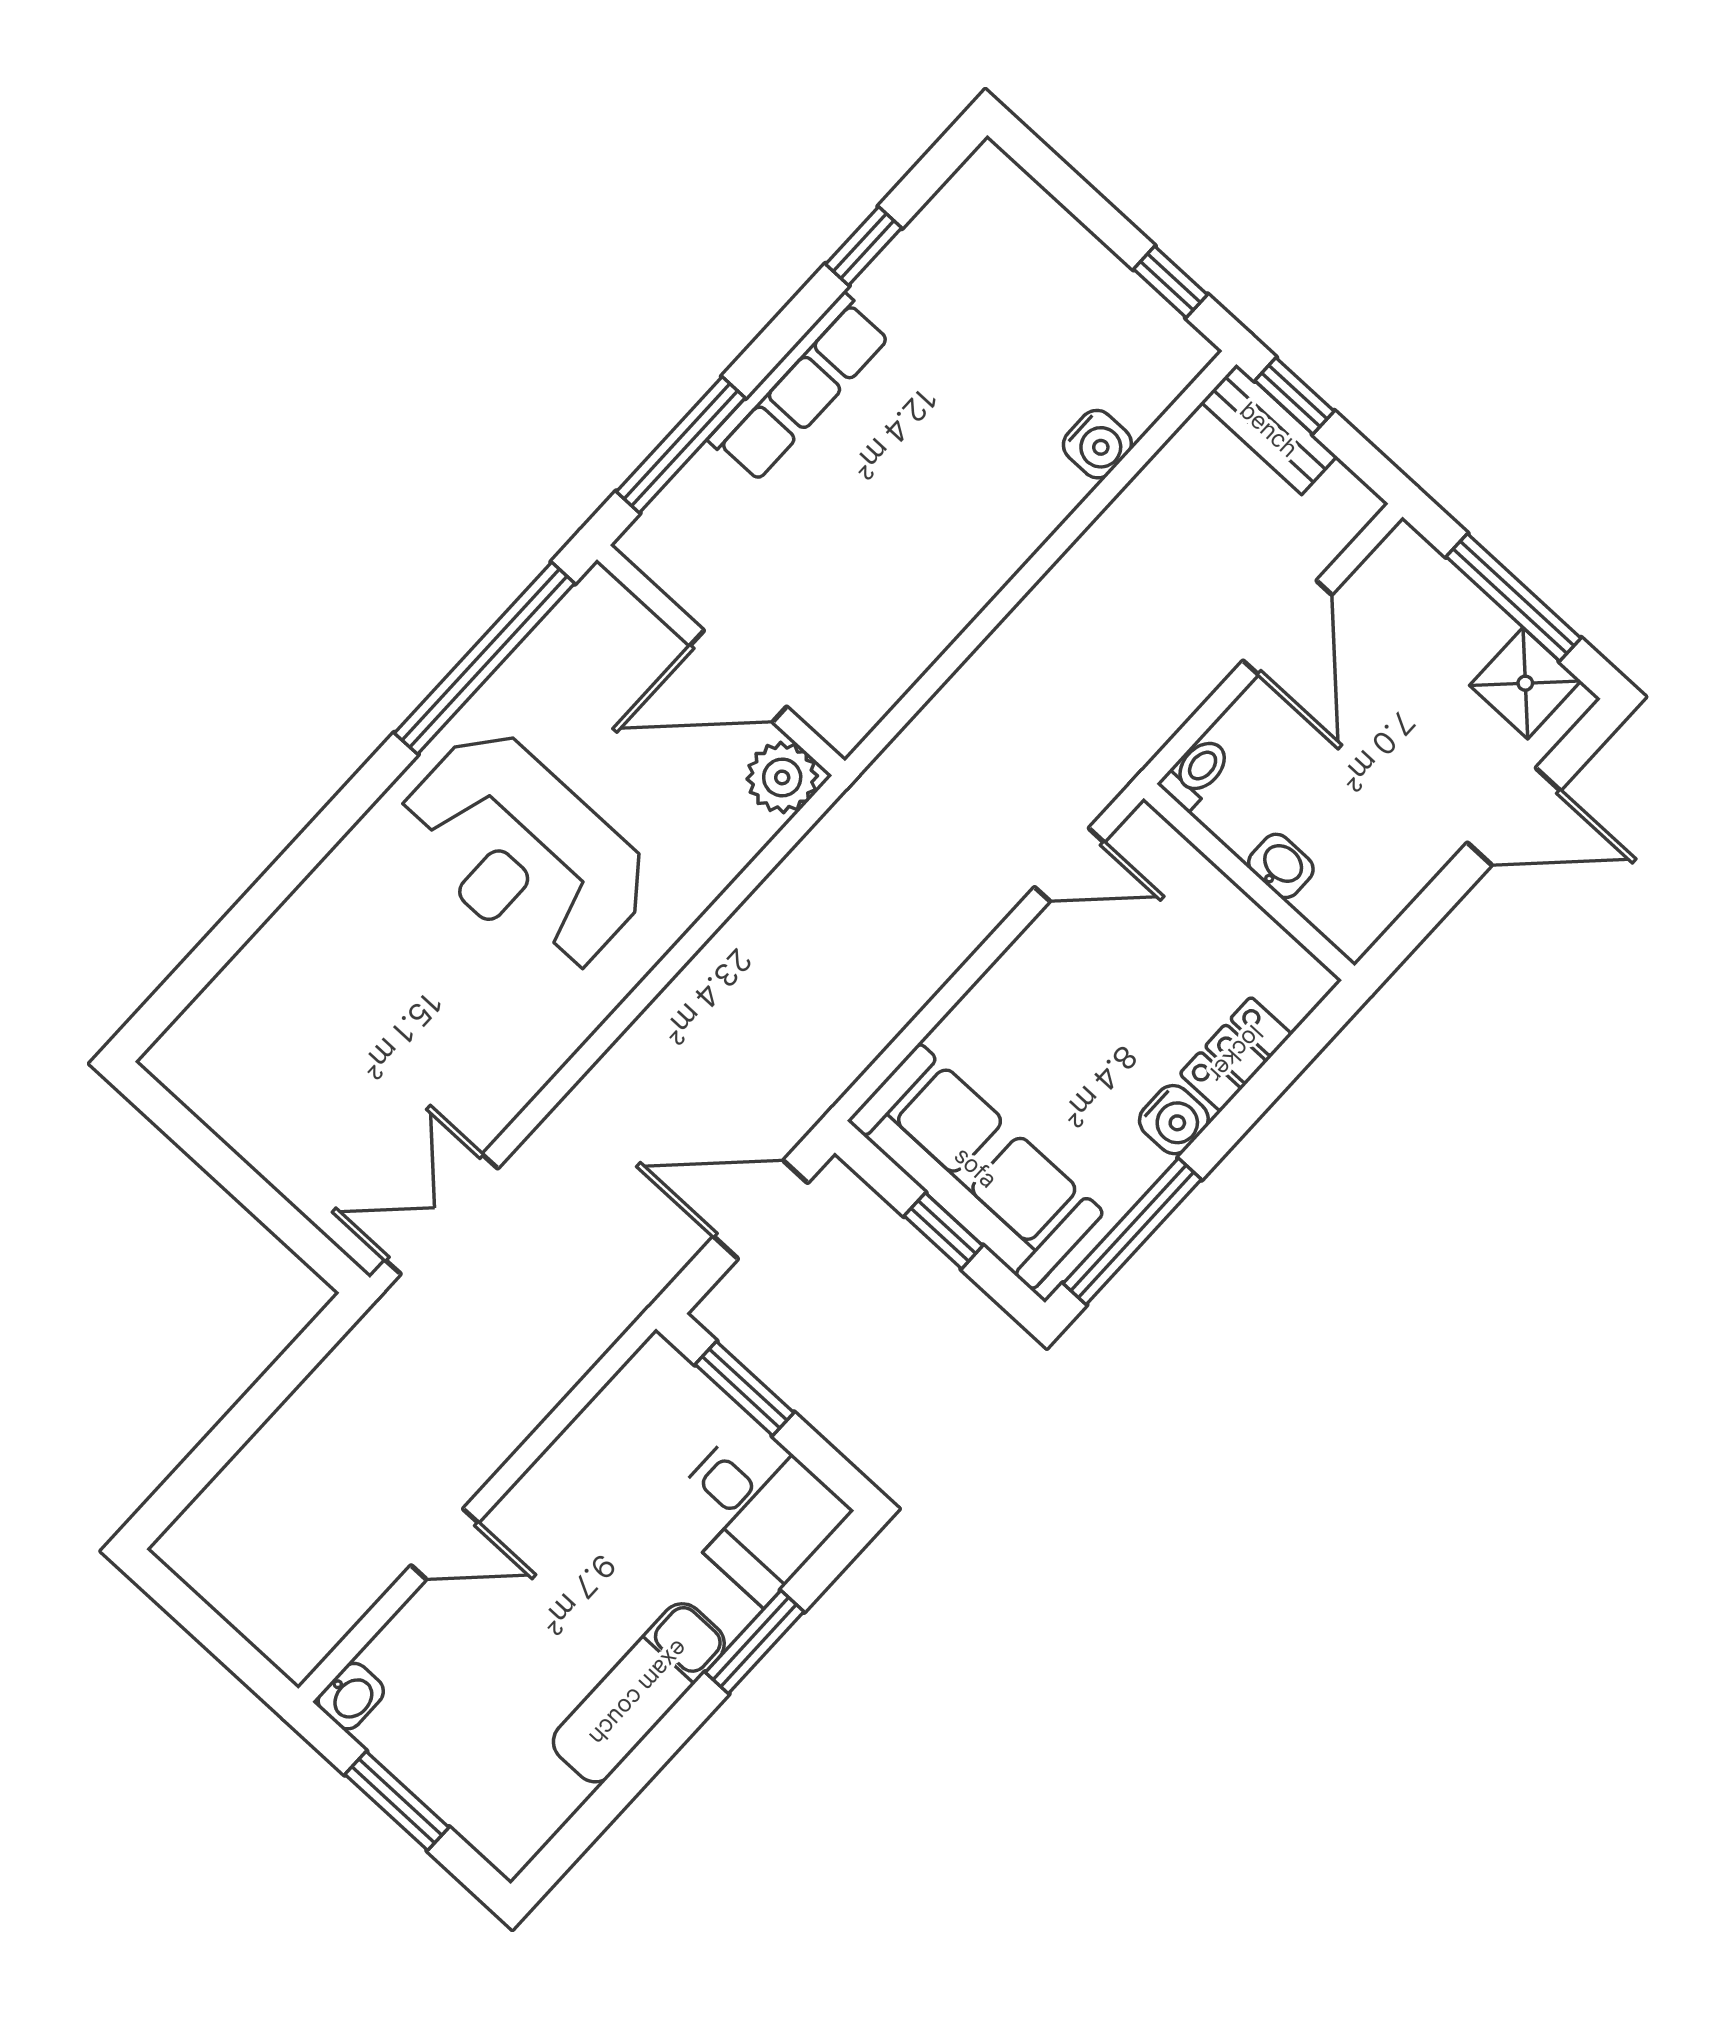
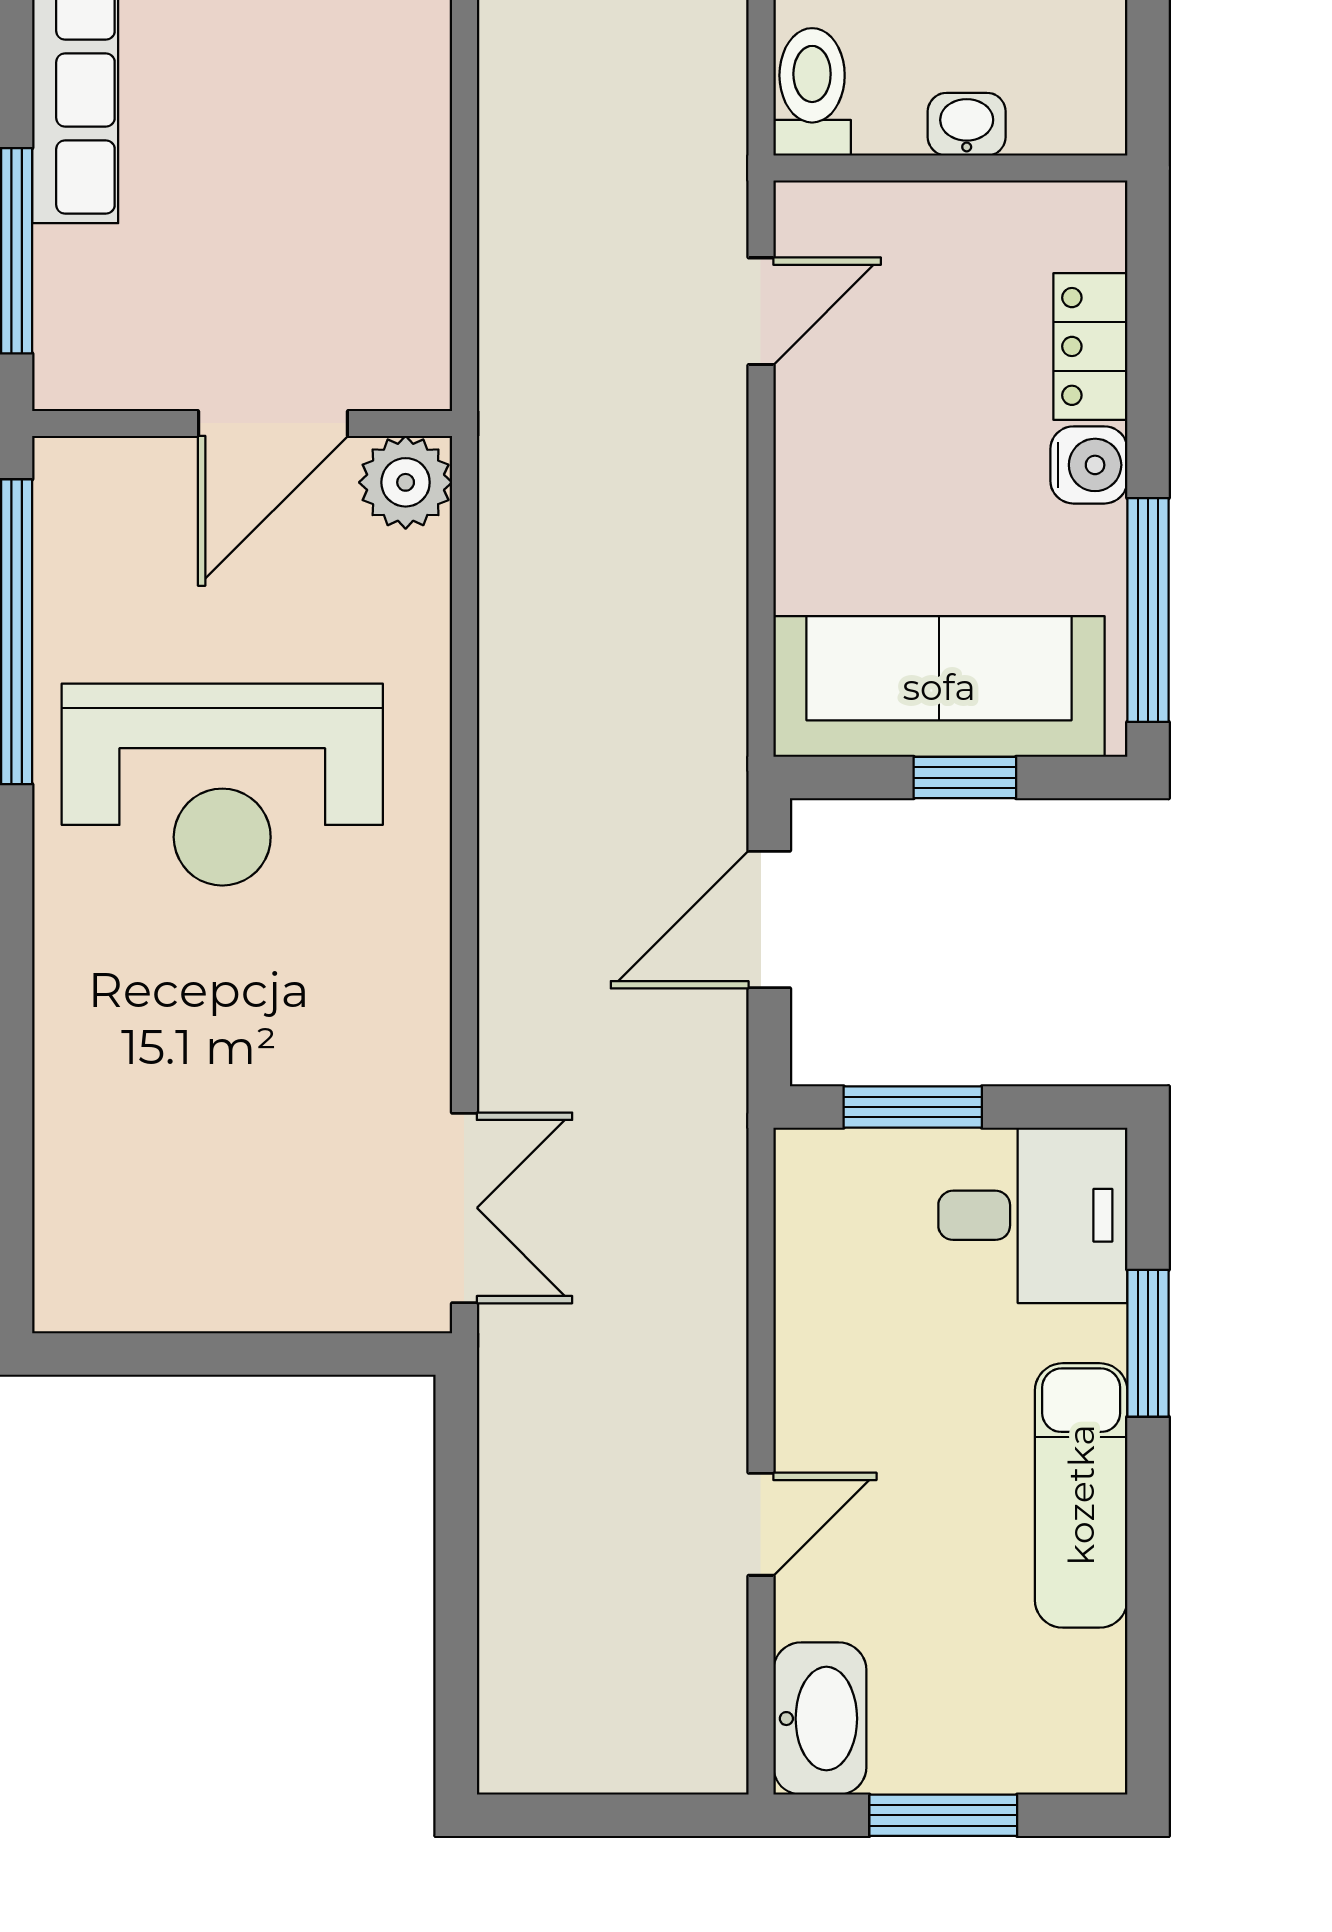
toilet: (1196, 773) -> (812, 92), width x1.37, depth x1.39
double door: (442, 1214) -> (464, 1208), swing flipped
washbasin: (351, 1696) -> (820, 1719), width x1.91, depth x1.45

